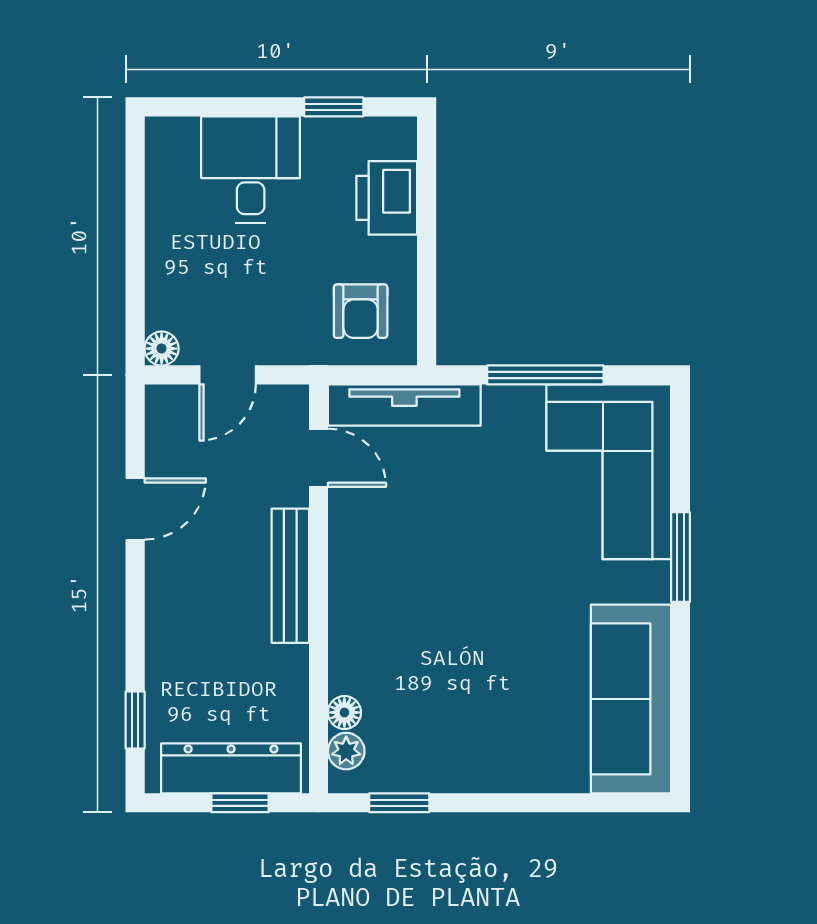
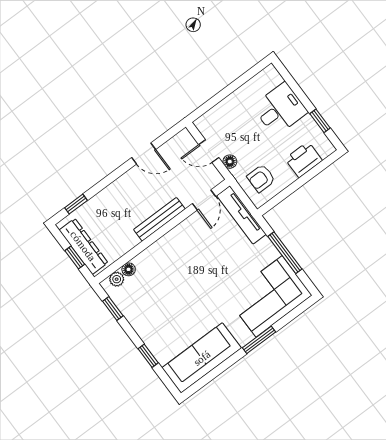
floor lamp: (162, 349) -> (230, 162), moved
window: (546, 803) -> (148, 356), added

